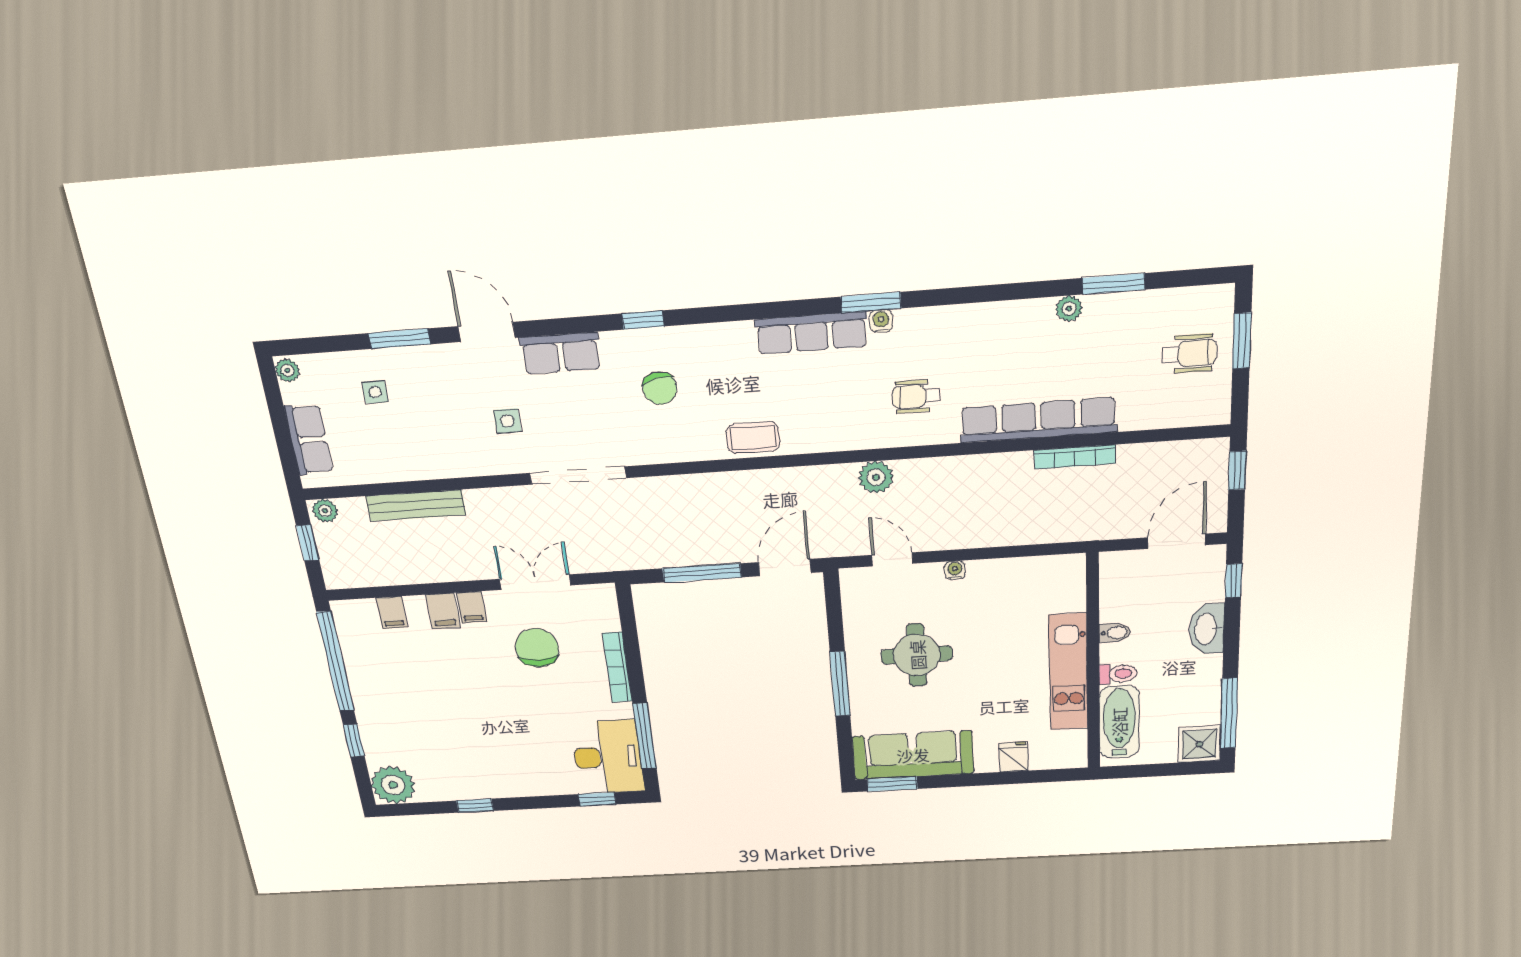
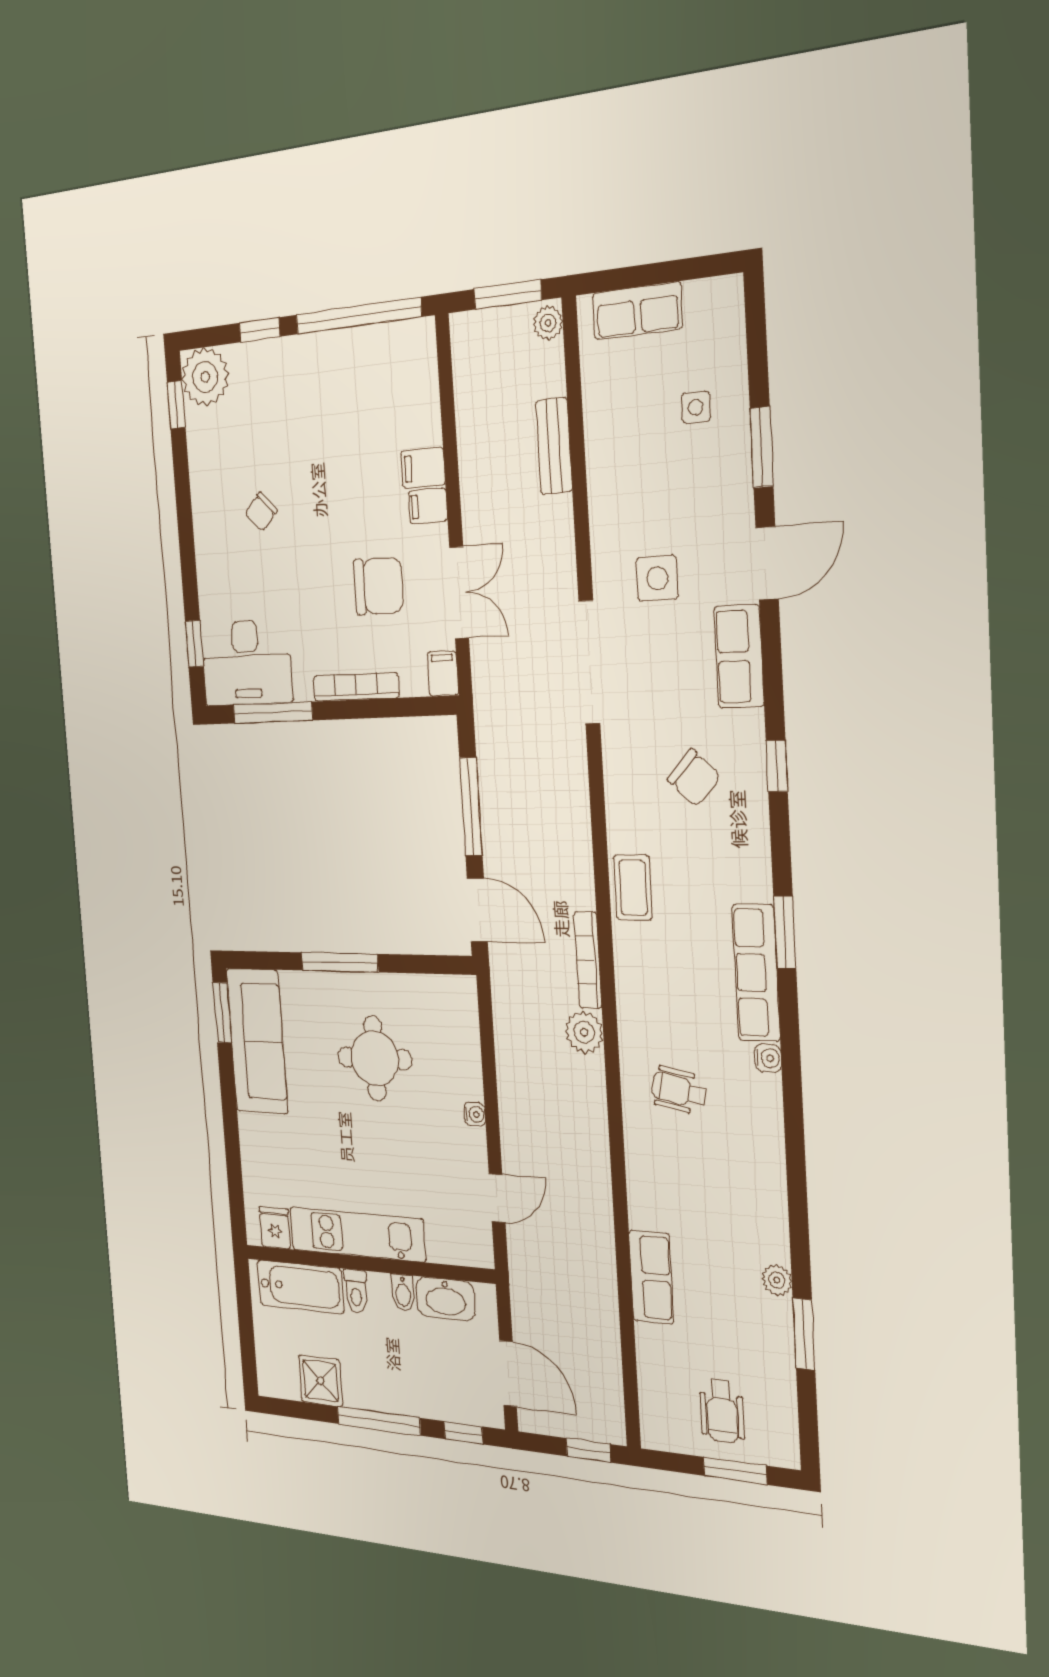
window: (871, 302) -> (785, 932), moved
plant: (287, 370) -> (725, 291), removed
chair: (660, 388) -> (694, 778), turned -126
wheelchair: (916, 396) -> (679, 1090), turned -79
row of seats: (1038, 420) -> (651, 1277), width x0.50
side table: (507, 421) -> (657, 578), width x1.37, depth x1.37
bookcase: (1075, 457) -> (588, 960), moved
bench: (416, 505) -> (554, 446), width x0.73
window: (308, 543) -> (508, 295), width x1.50
door: (892, 559) -> (497, 1198), moved
filing cabinet: (392, 613) -> (443, 673), moved, turned 90
washbasin: (1207, 629) -> (445, 1299), moved, turned 180
window: (1229, 713) -> (379, 1421), moved
chair: (490, 742) -> (261, 512), added
shower: (1200, 744) -> (320, 1381), moved
fridge: (1014, 757) -> (275, 1228), moved, turned -90
window: (475, 806) -> (176, 405), moved

